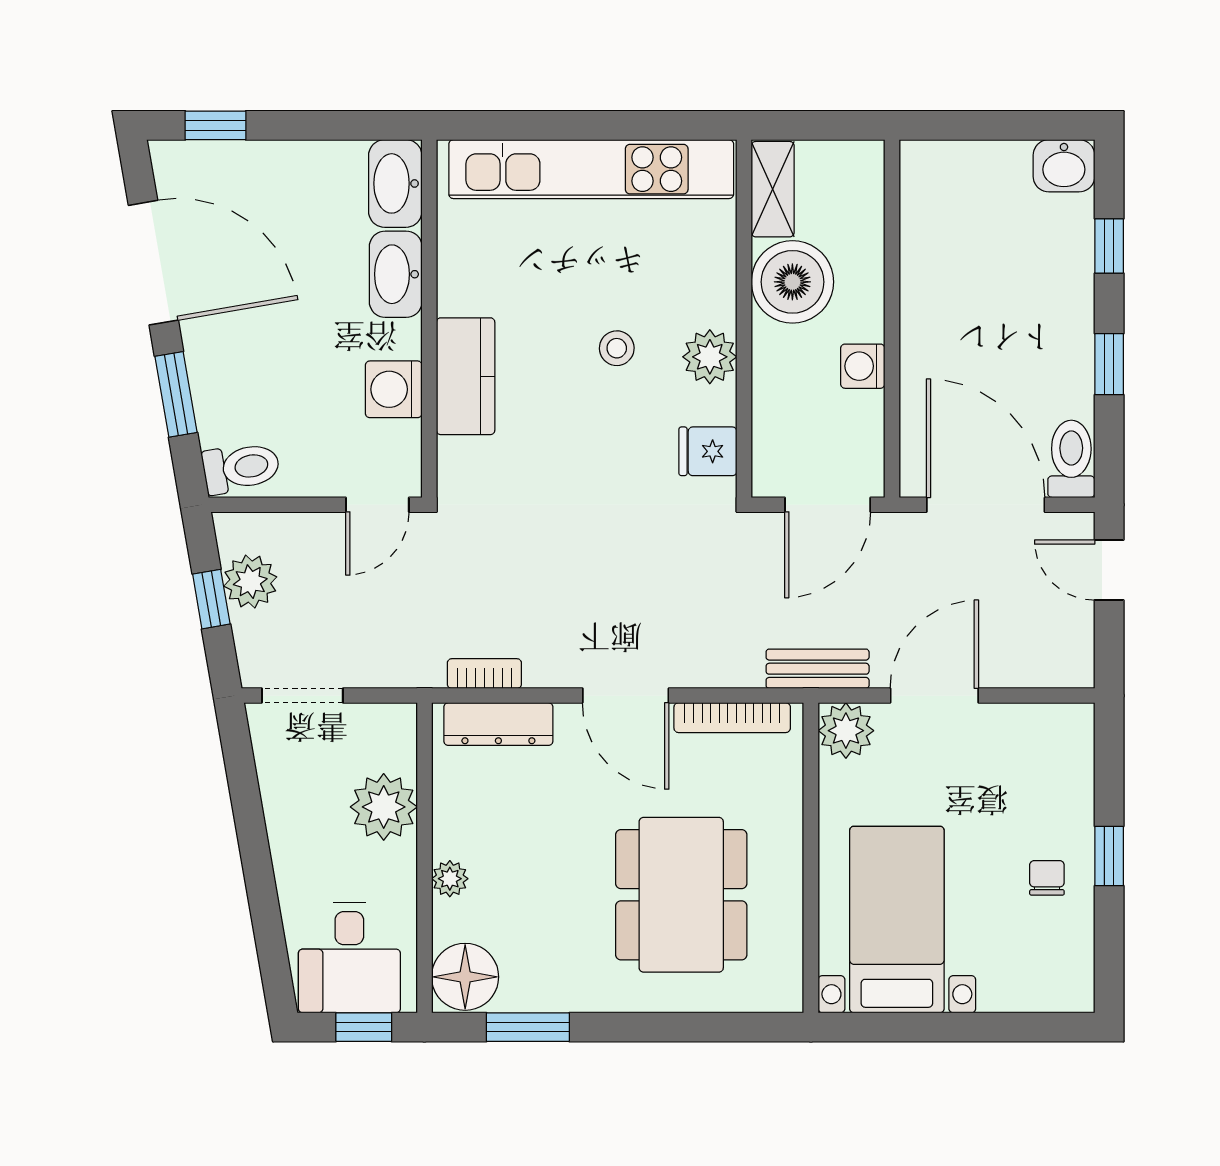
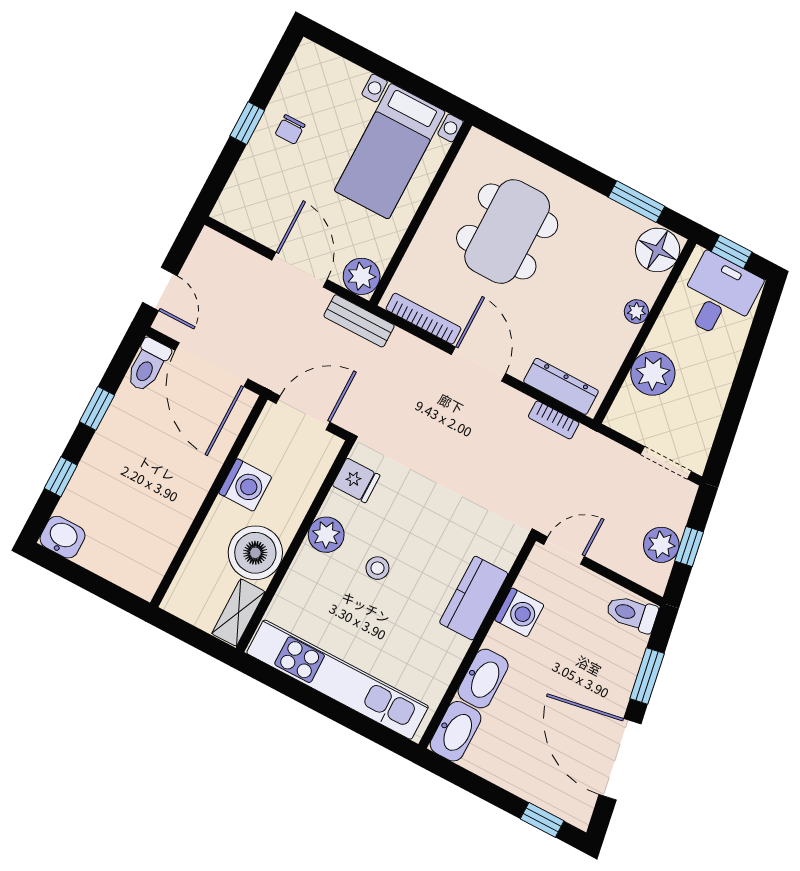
washing machine: (863, 366) -> (245, 485), width x1.38, depth x1.38
door: (934, 696) -> (300, 270), swing flipped

